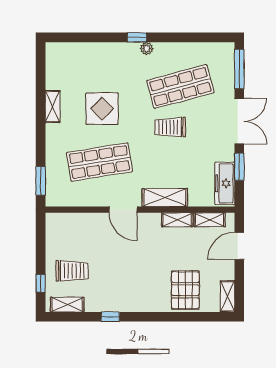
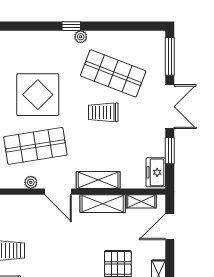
shop shelf: (180, 87) -> (113, 73), turned 36
display table: (102, 109) -> (38, 95), width x1.36, depth x1.36
freezer: (225, 183) -> (156, 172), width x0.71
plant: (95, 200) -> (31, 182), added
shelving: (177, 220) -> (103, 204), width x1.50, depth x1.33

